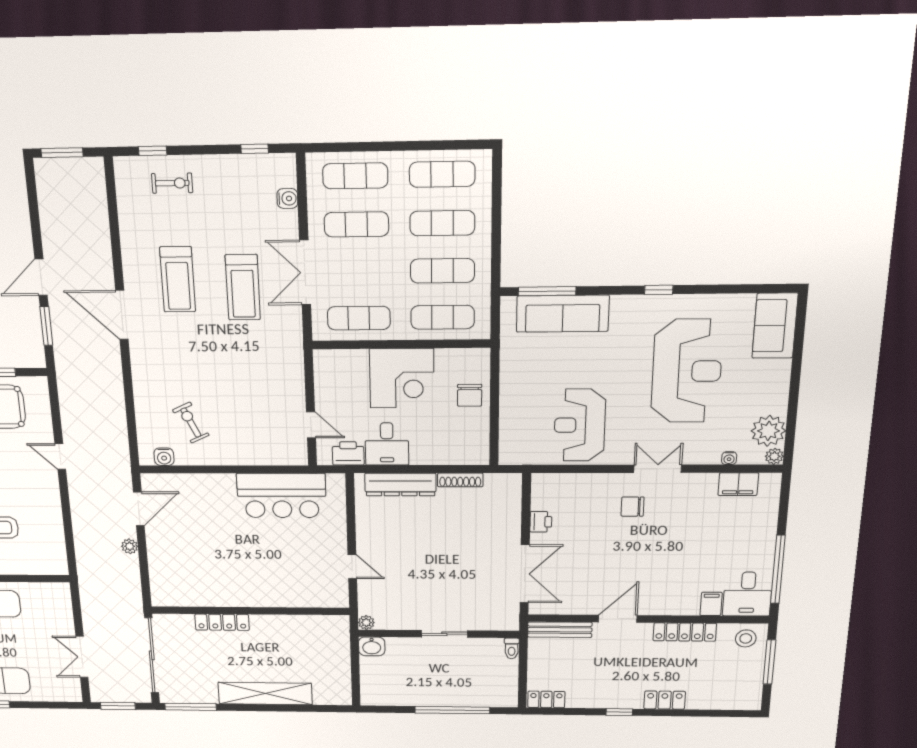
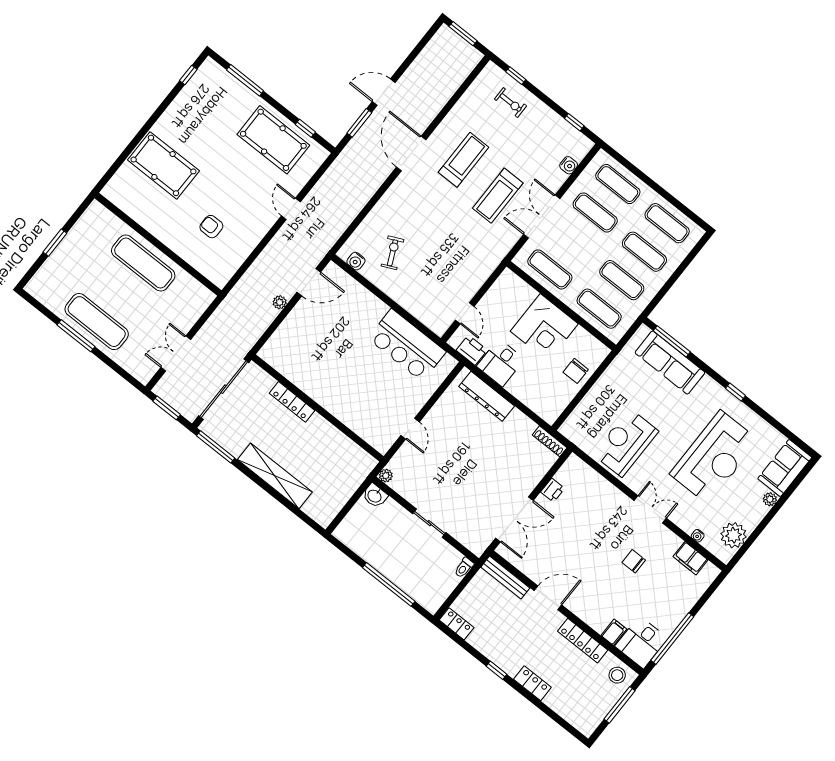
treadmill: (178, 279) -> (464, 160), turned 180
plant: (774, 456) -> (770, 499), moved
shoe rack: (460, 480) -> (550, 441), moved
chair: (633, 507) -> (634, 561), moved

